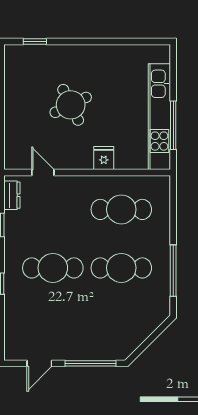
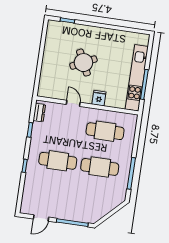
door: (43, 172) -> (73, 103), moved

